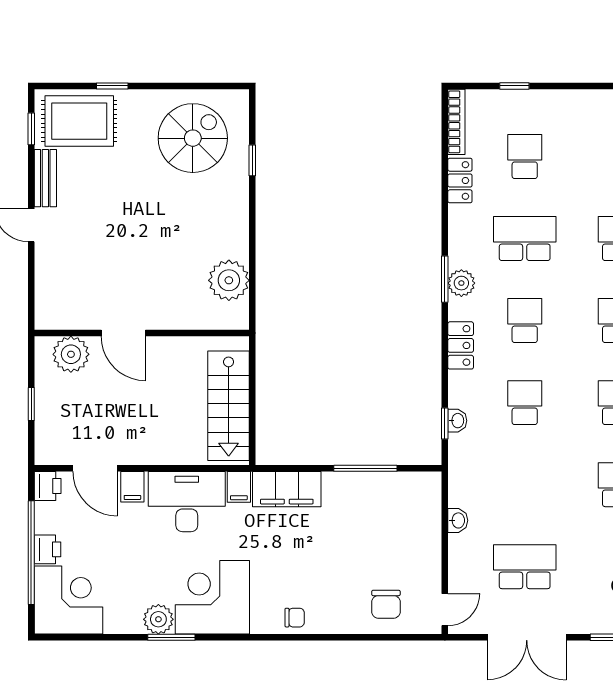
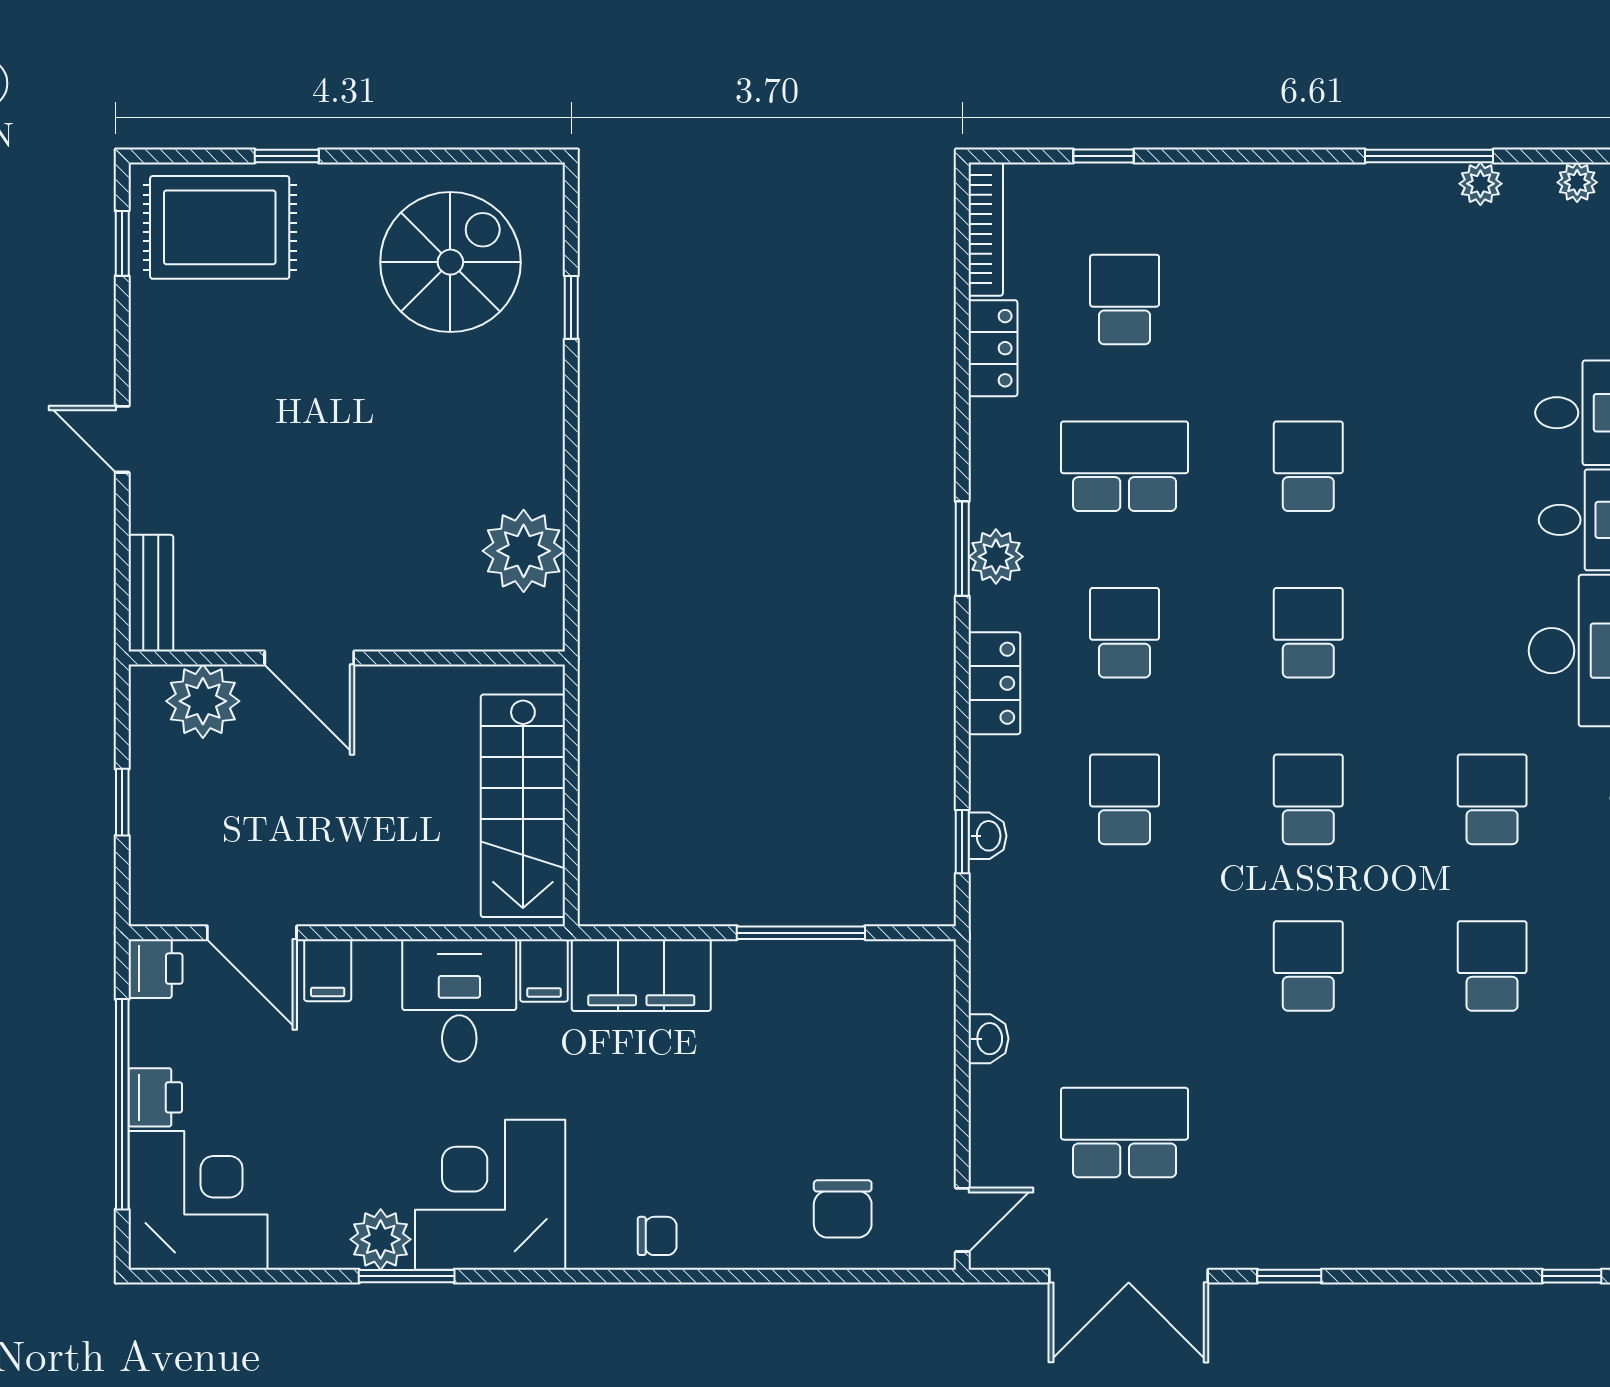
bench: (45, 178) -> (151, 593), moved
desk: (187, 502) -> (459, 1000), width x0.73

